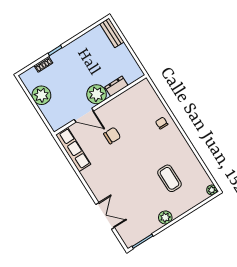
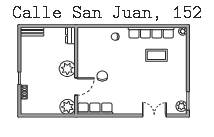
dresser: (116, 86) -> (70, 36), moved
plant: (41, 95) -> (68, 107), moved
row of seats: (190, 158) -> (151, 33), added
plant: (165, 217) -> (181, 106), moved

